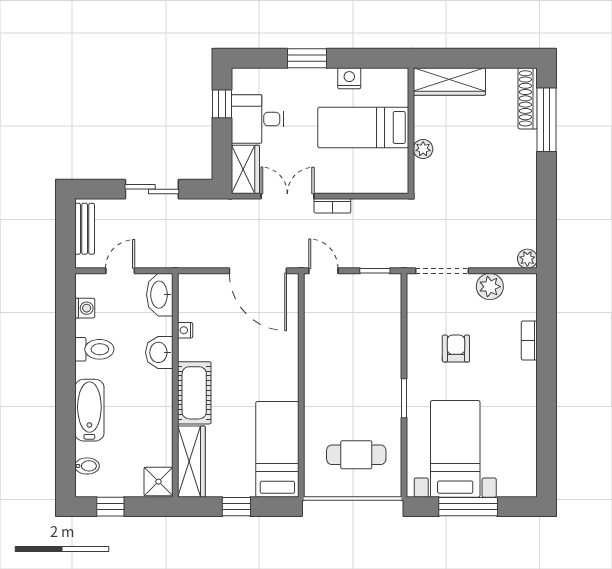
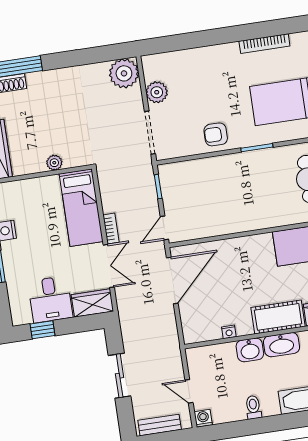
bed: (363, 127) -> (81, 208), moved
double door: (287, 196) -> (109, 266), swing flipped
plant: (527, 259) -> (124, 73), width x1.88, depth x1.88
washbasin: (160, 295) -> (281, 345), moved
washing machine: (85, 308) -> (203, 418), moved
bookcase: (529, 341) -> (264, 44), moved, width x1.56
armchair: (456, 348) -> (216, 134), moved
toilet: (94, 349) -> (253, 407), width x0.73, depth x0.72

